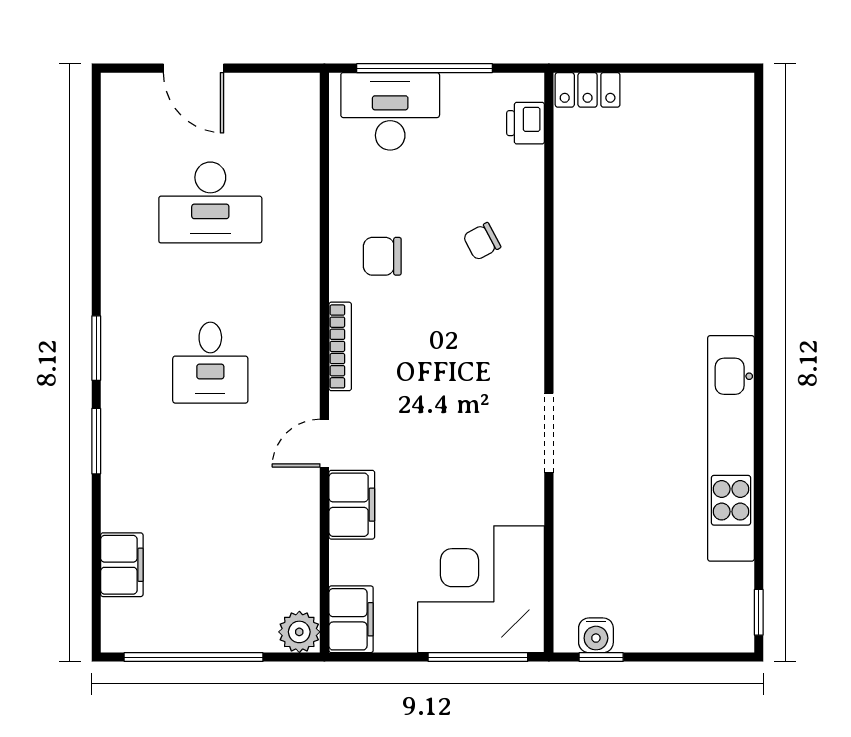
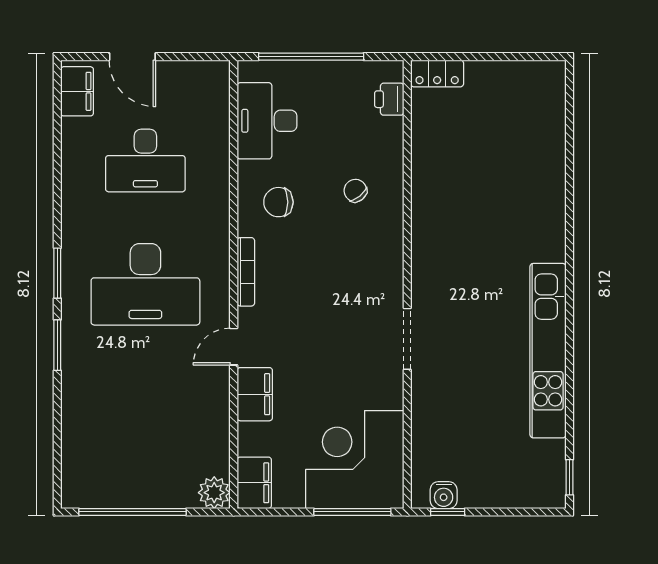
desk: (390, 111) -> (267, 121), moved, turned -90
chair: (482, 241) -> (355, 191), turned 79
desk: (210, 363) -> (145, 284), width x1.87, depth x1.30
filing cabinet: (122, 565) -> (77, 91), moved

